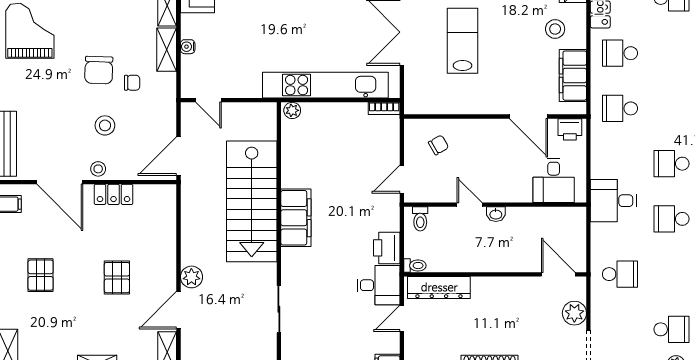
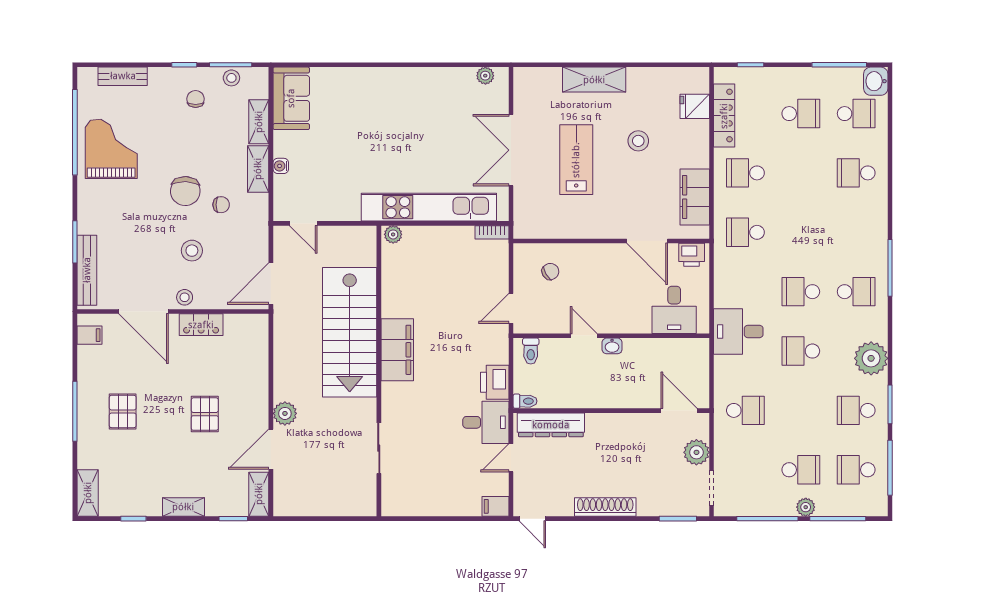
stool: (555, 29) -> (638, 141), moved

